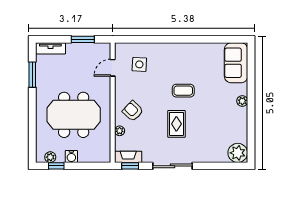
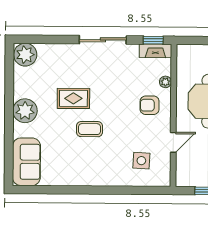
door: (113, 68) -> (173, 142), moved
plant: (242, 101) -> (25, 111), width x1.88, depth x1.88
armchair: (133, 111) -> (150, 105), turned 136
rug: (176, 124) -> (73, 98), moved, turned 90

